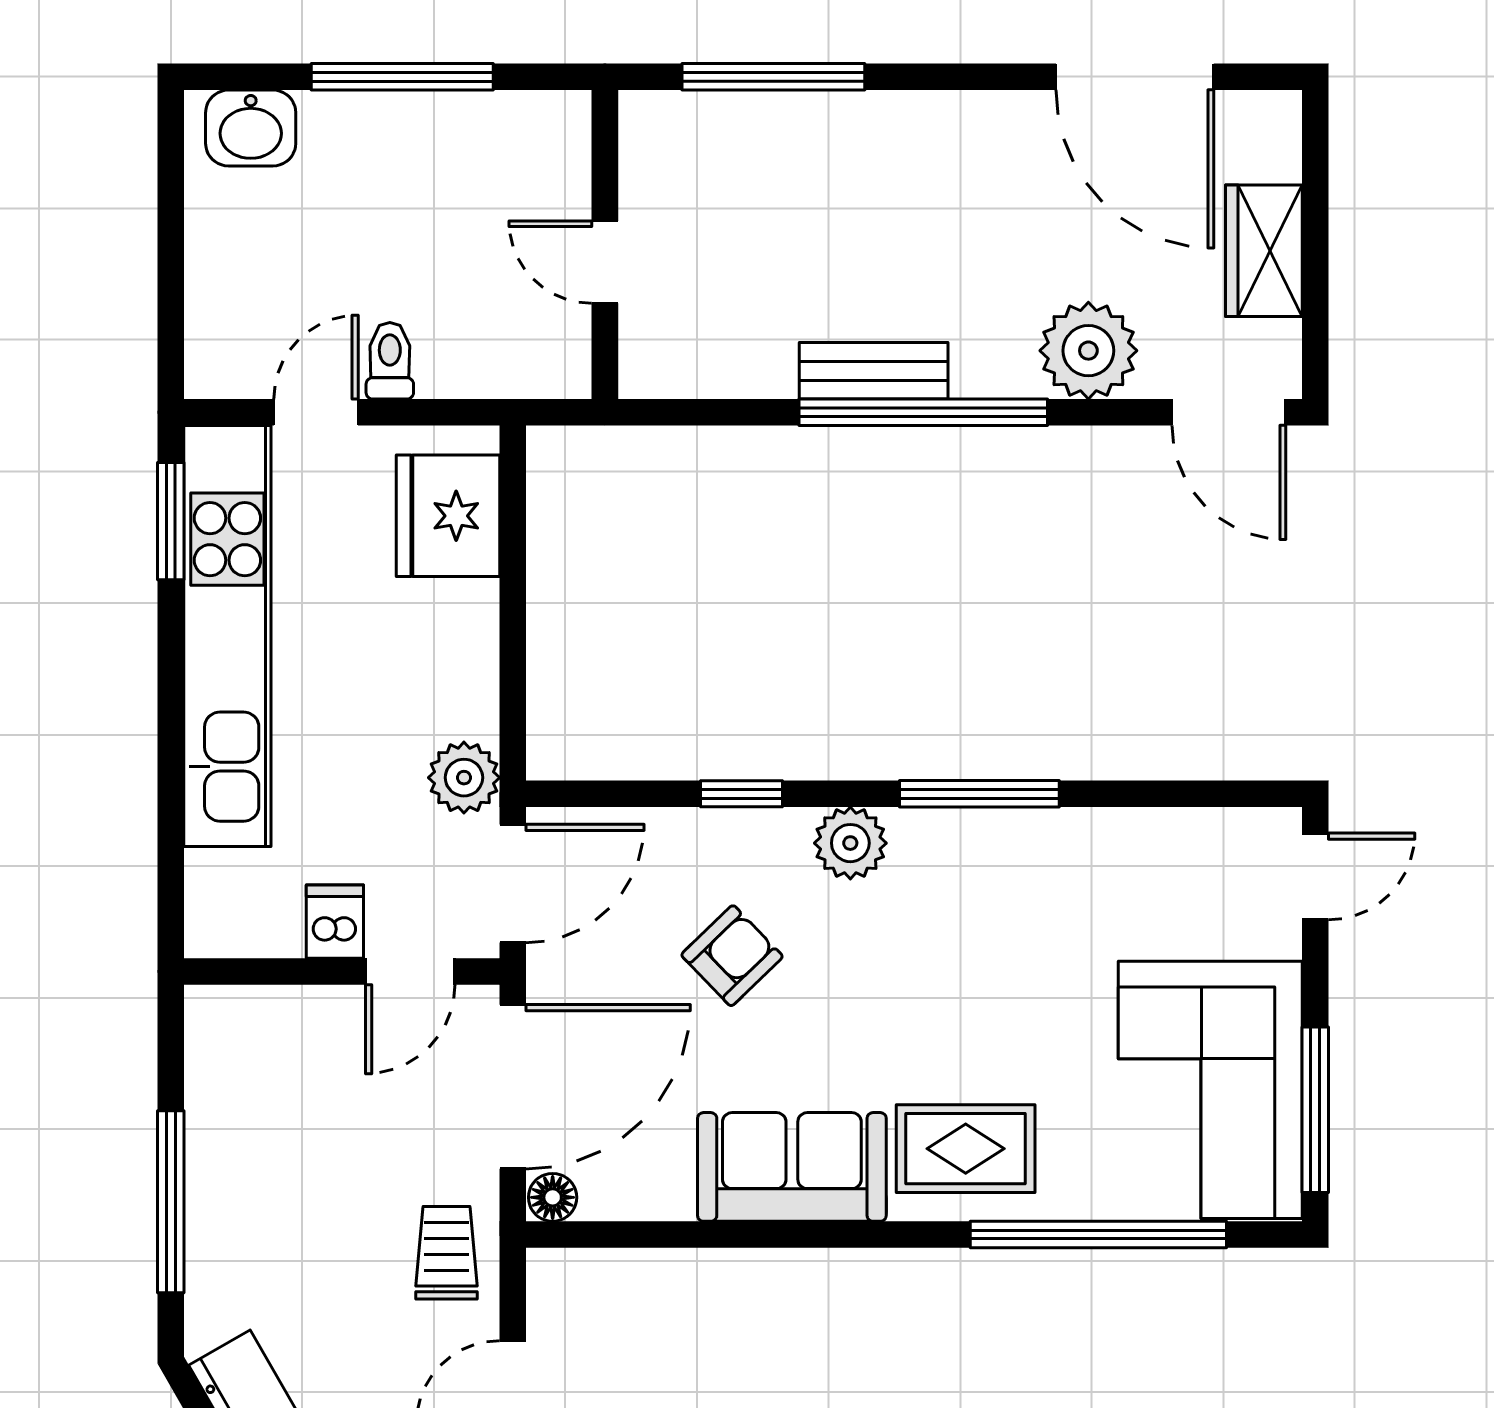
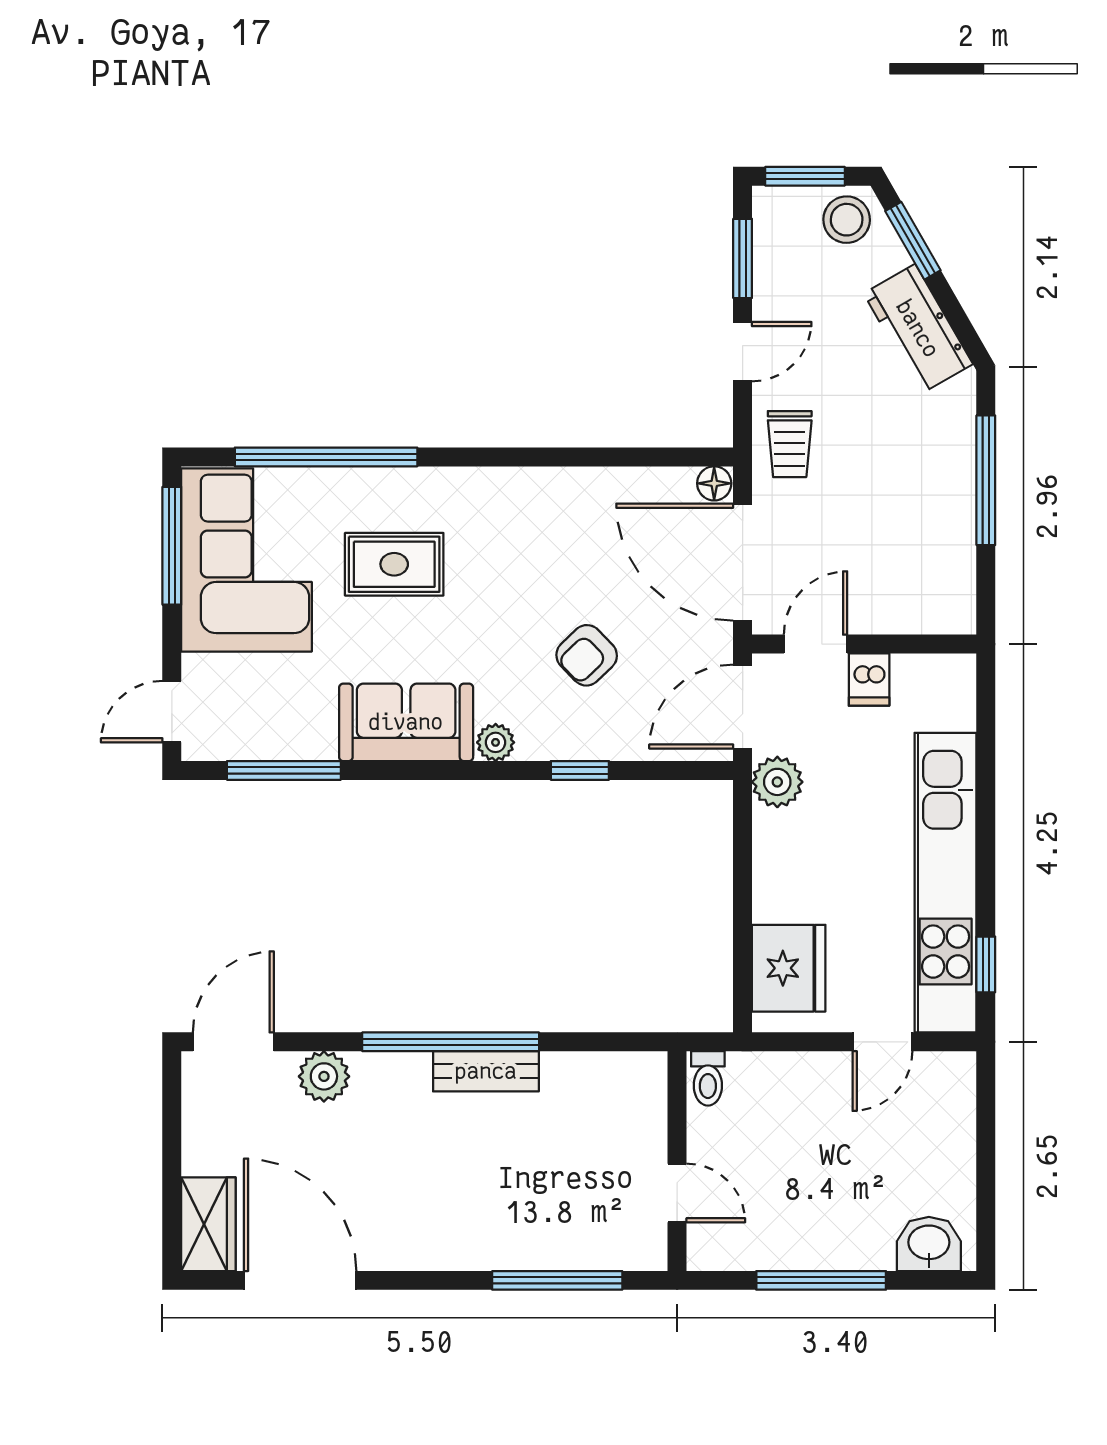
wardrobe: (1264, 251) -> (208, 1224), moved
door: (605, 262) -> (677, 1193), moved
plant: (1088, 351) -> (324, 1076), width x0.73, depth x0.73
toilet: (390, 361) -> (708, 1078), moved
door: (1229, 412) -> (233, 1042), hinge flipped
window: (171, 521) -> (986, 964), width x0.67
window: (979, 794) -> (284, 770), moved
plant: (850, 843) -> (496, 742), width x0.73, depth x0.73
door: (513, 1087) -> (743, 562), hinge flipped
rug: (966, 1149) -> (394, 564), moved
sofa: (792, 1167) -> (406, 722), moved, turned 180

